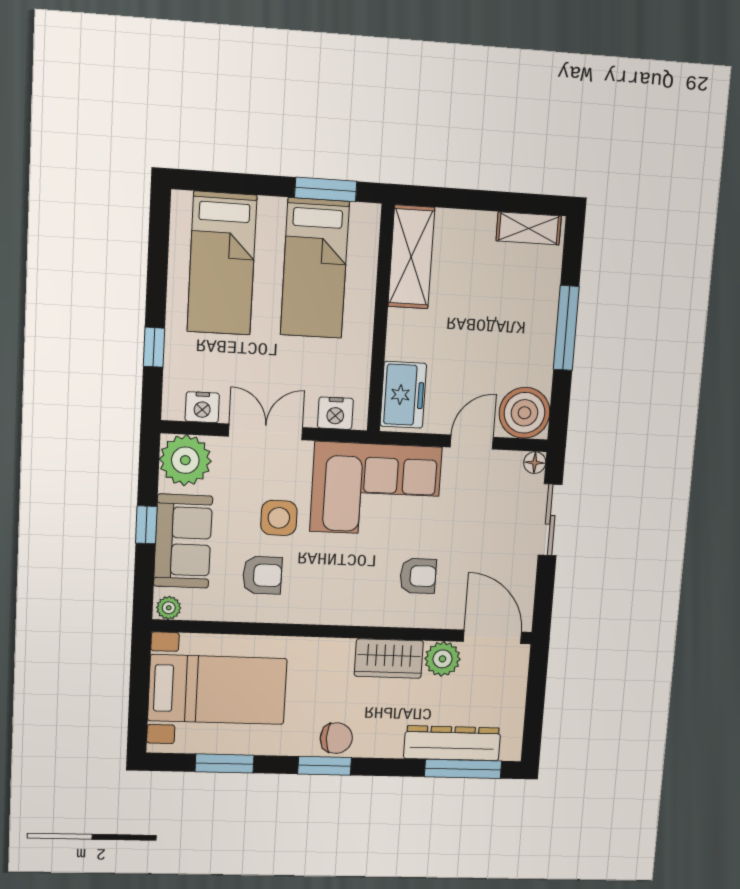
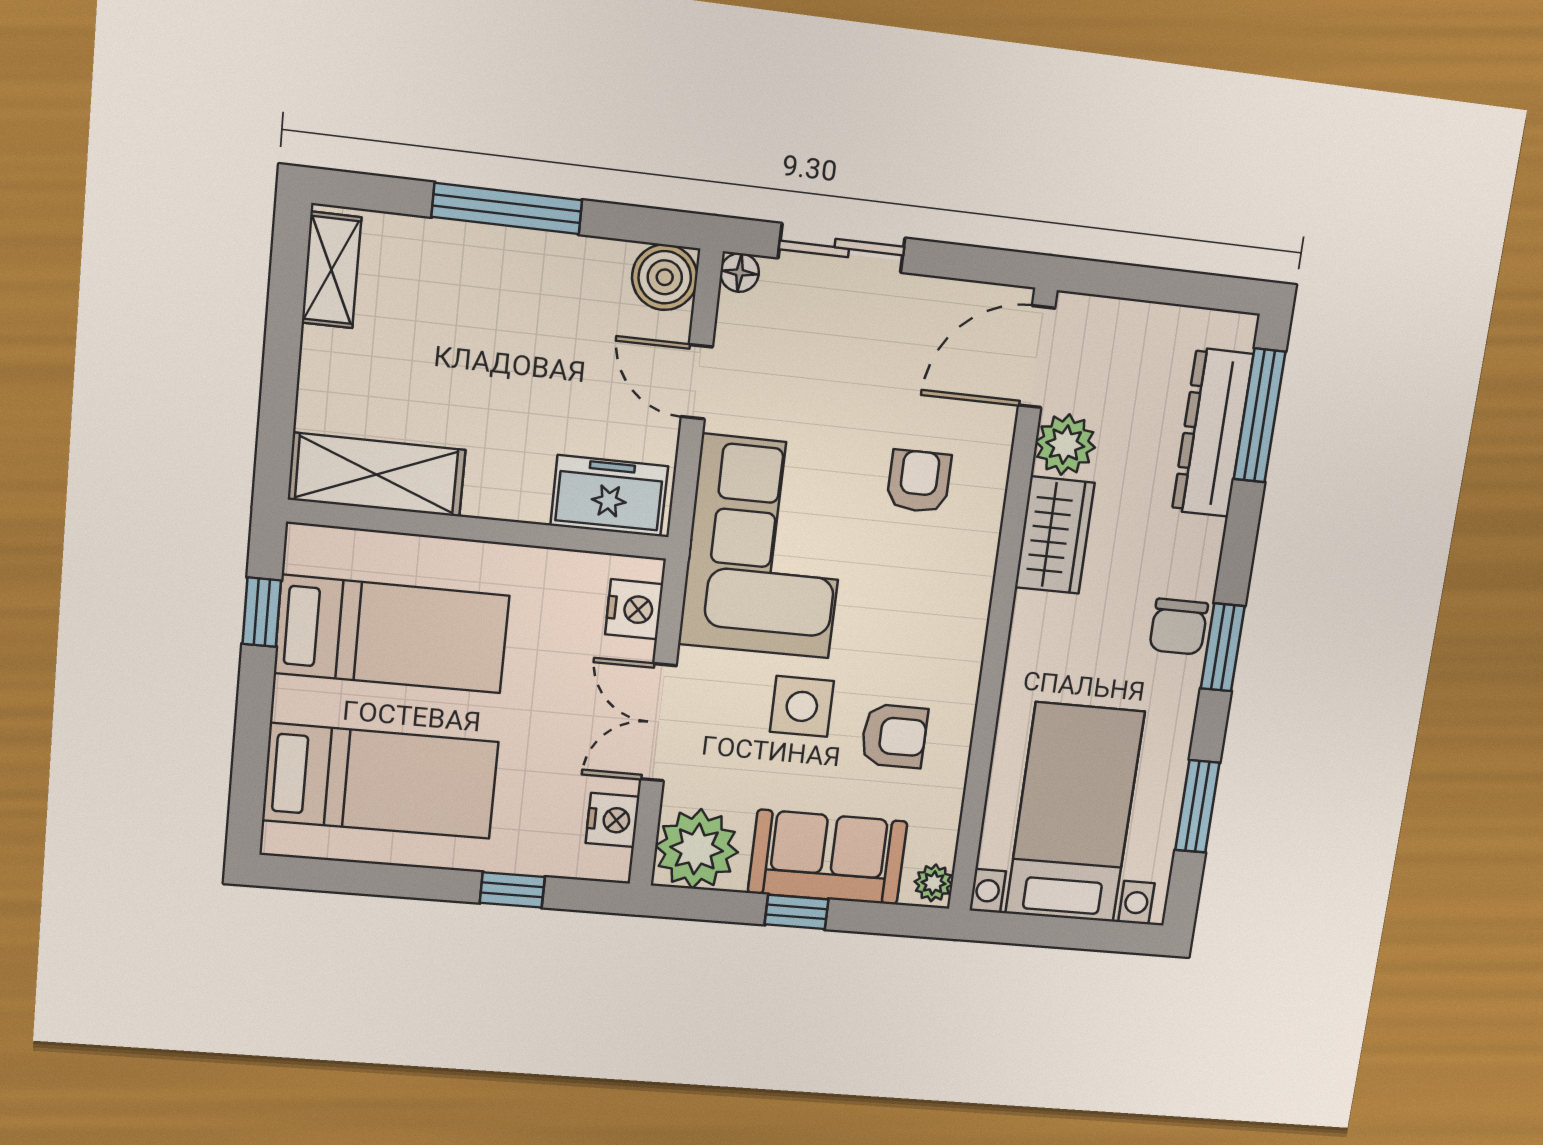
window: (326, 189) -> (262, 612), width x0.67
boiler: (525, 413) -> (665, 277), width x0.73, depth x0.73
armchair: (262, 575) -> (894, 736), turned 90
chair: (336, 738) -> (1179, 627), turned 180

